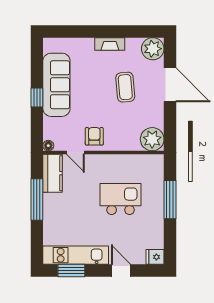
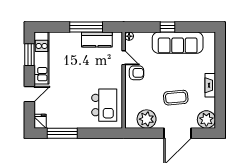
plant: (152, 139) -> (147, 119), moved
door: (75, 152) -> (124, 58), swing flipped
kitchen counter: (53, 173) -> (97, 39), moved
kitchen island: (121, 199) -> (104, 105), moved
window: (170, 200) -> (62, 133), moved

